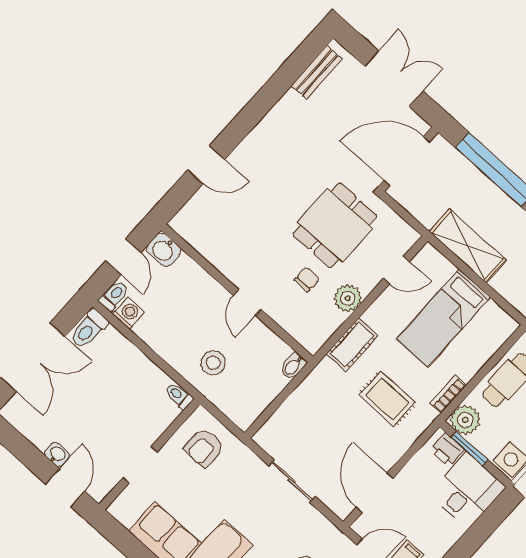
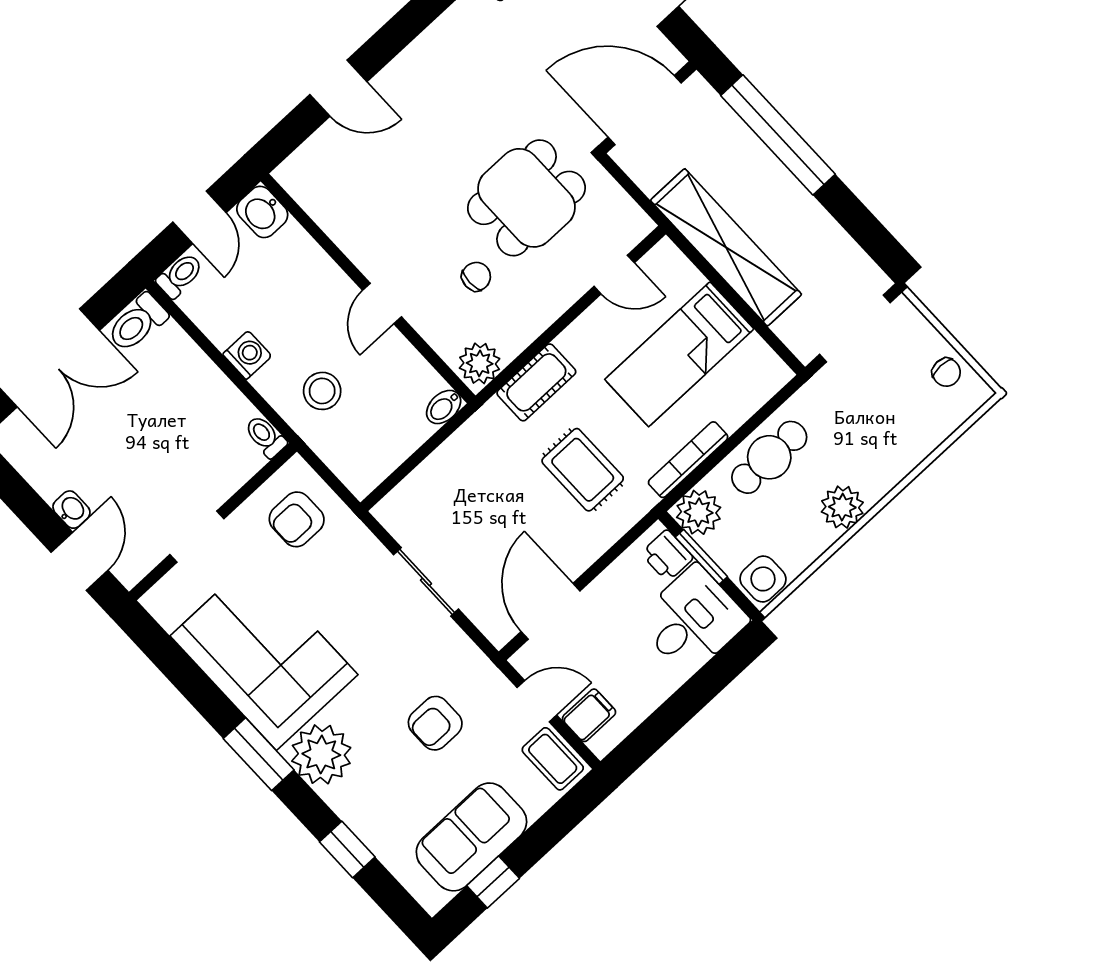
shelving: (468, 246) -> (726, 247), width x1.47
plant: (348, 298) -> (480, 363), moved
washing machine: (129, 313) -> (247, 355), moved
bookcase: (448, 394) -> (688, 460), width x1.56

